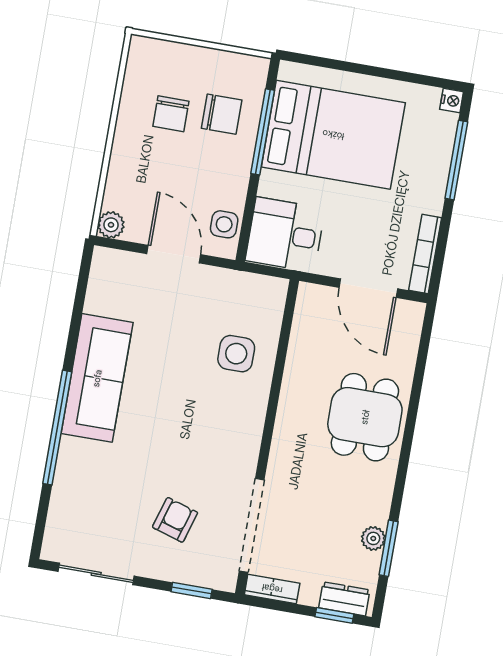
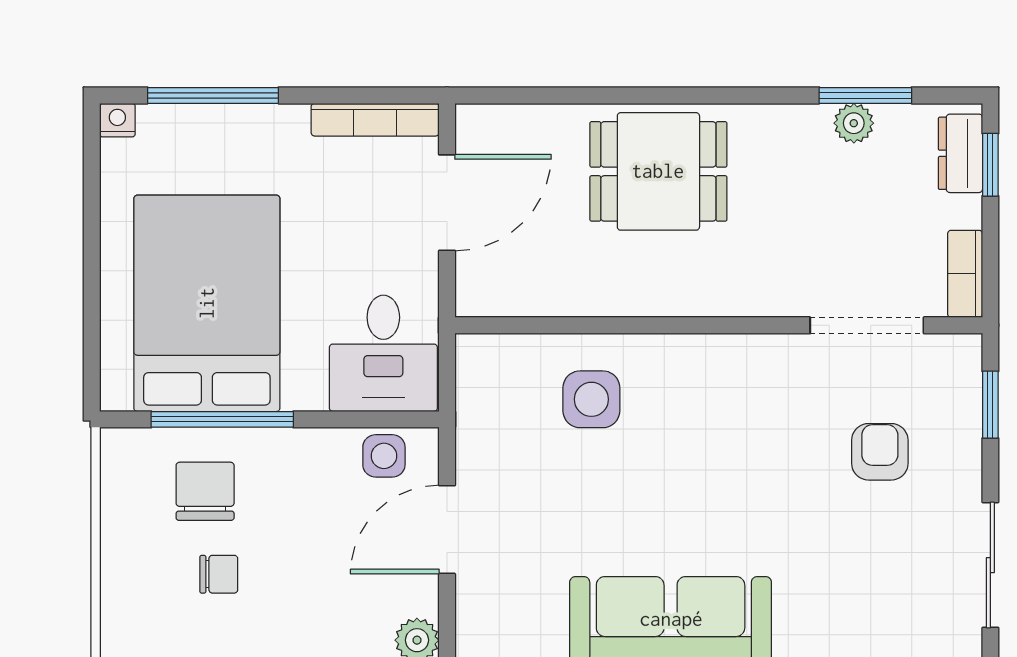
chair: (171, 114) -> (219, 574), width x0.73, depth x0.73
armchair: (175, 520) -> (880, 452), turned 73
doorway: (252, 525) -> (867, 325), width x0.73

